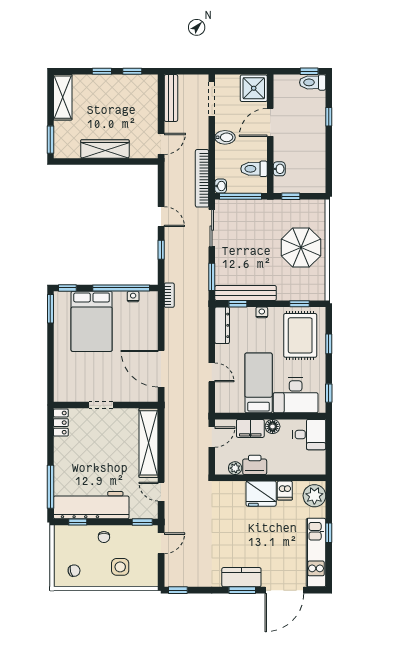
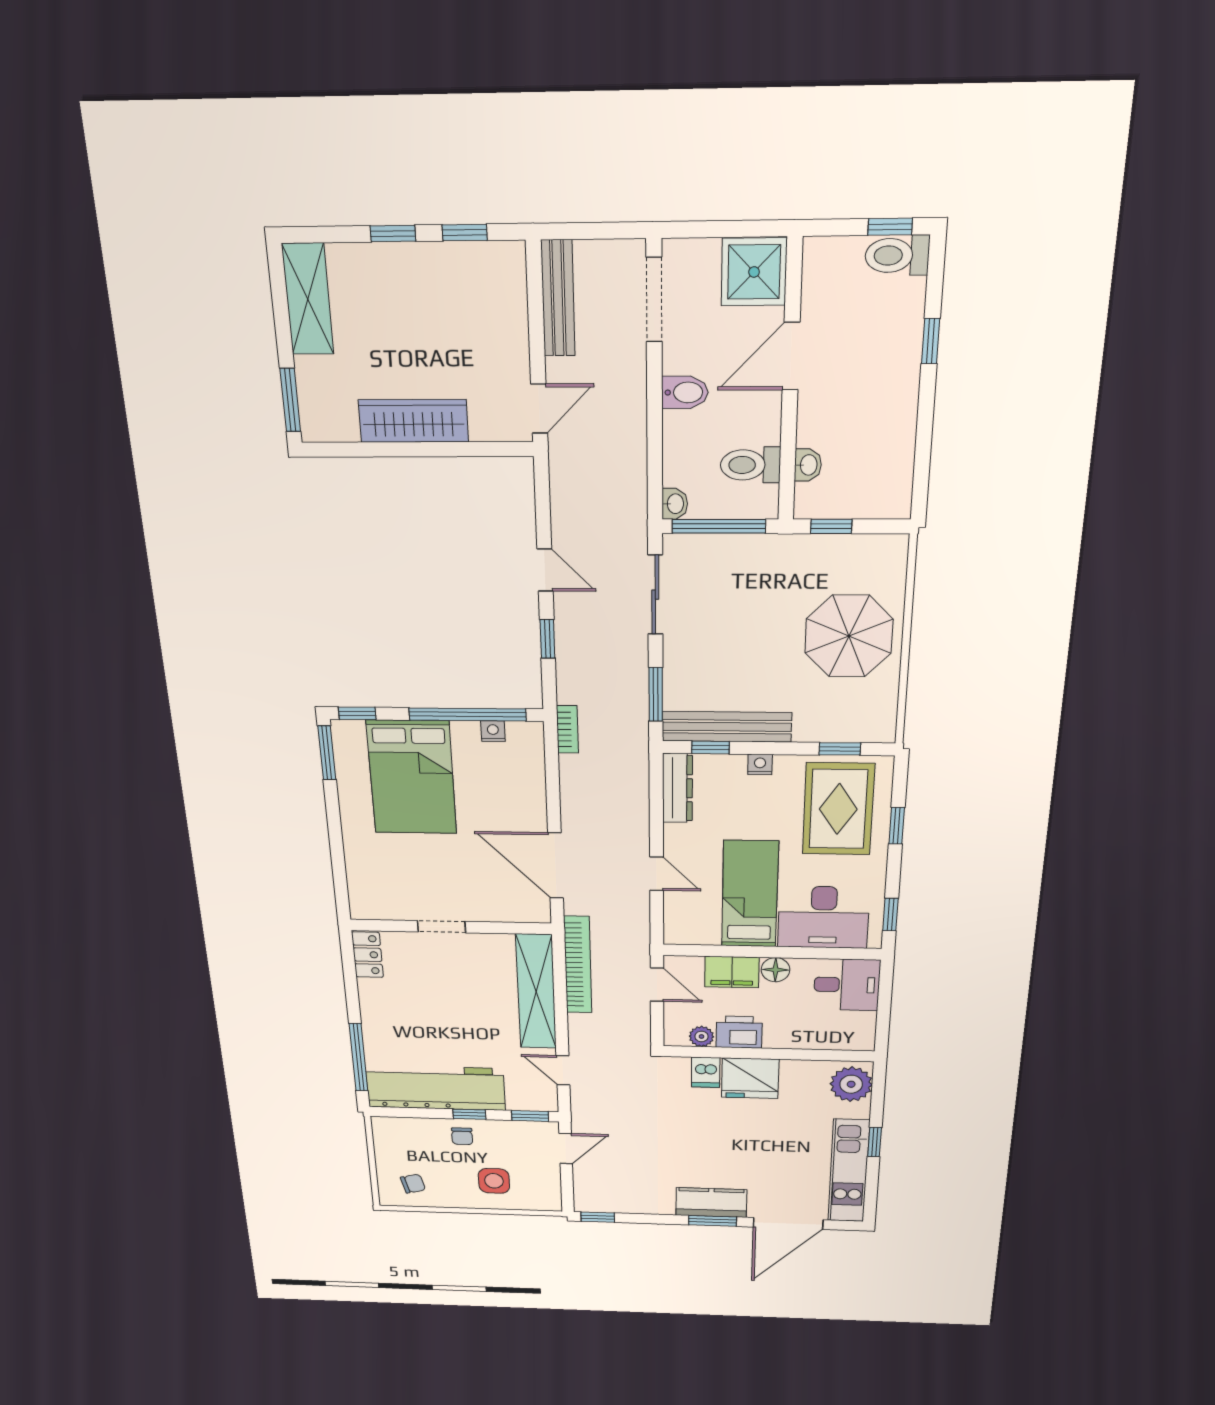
bookcase: (202, 178) -> (578, 965), moved, turned 180
door: (212, 437) -> (657, 985), hinge flipped
dishwasher: (285, 491) -> (706, 1072), moved
window: (78, 522) -> (469, 1114), moved

